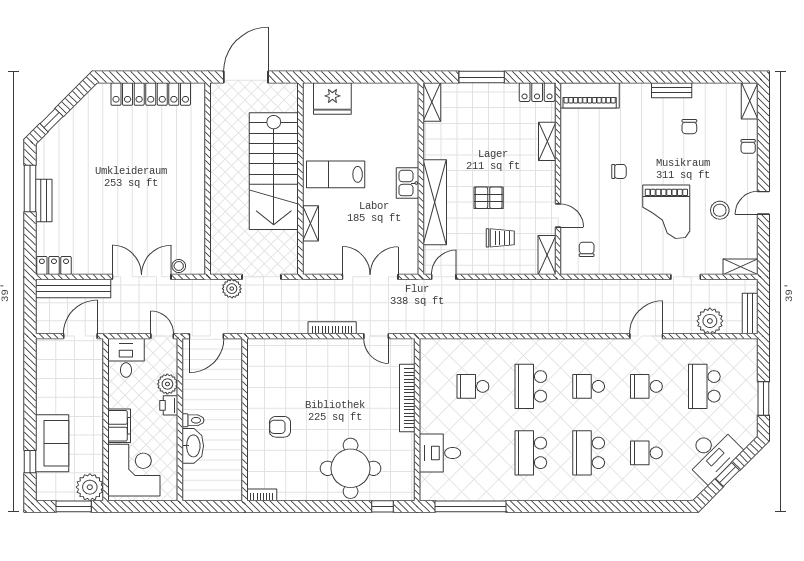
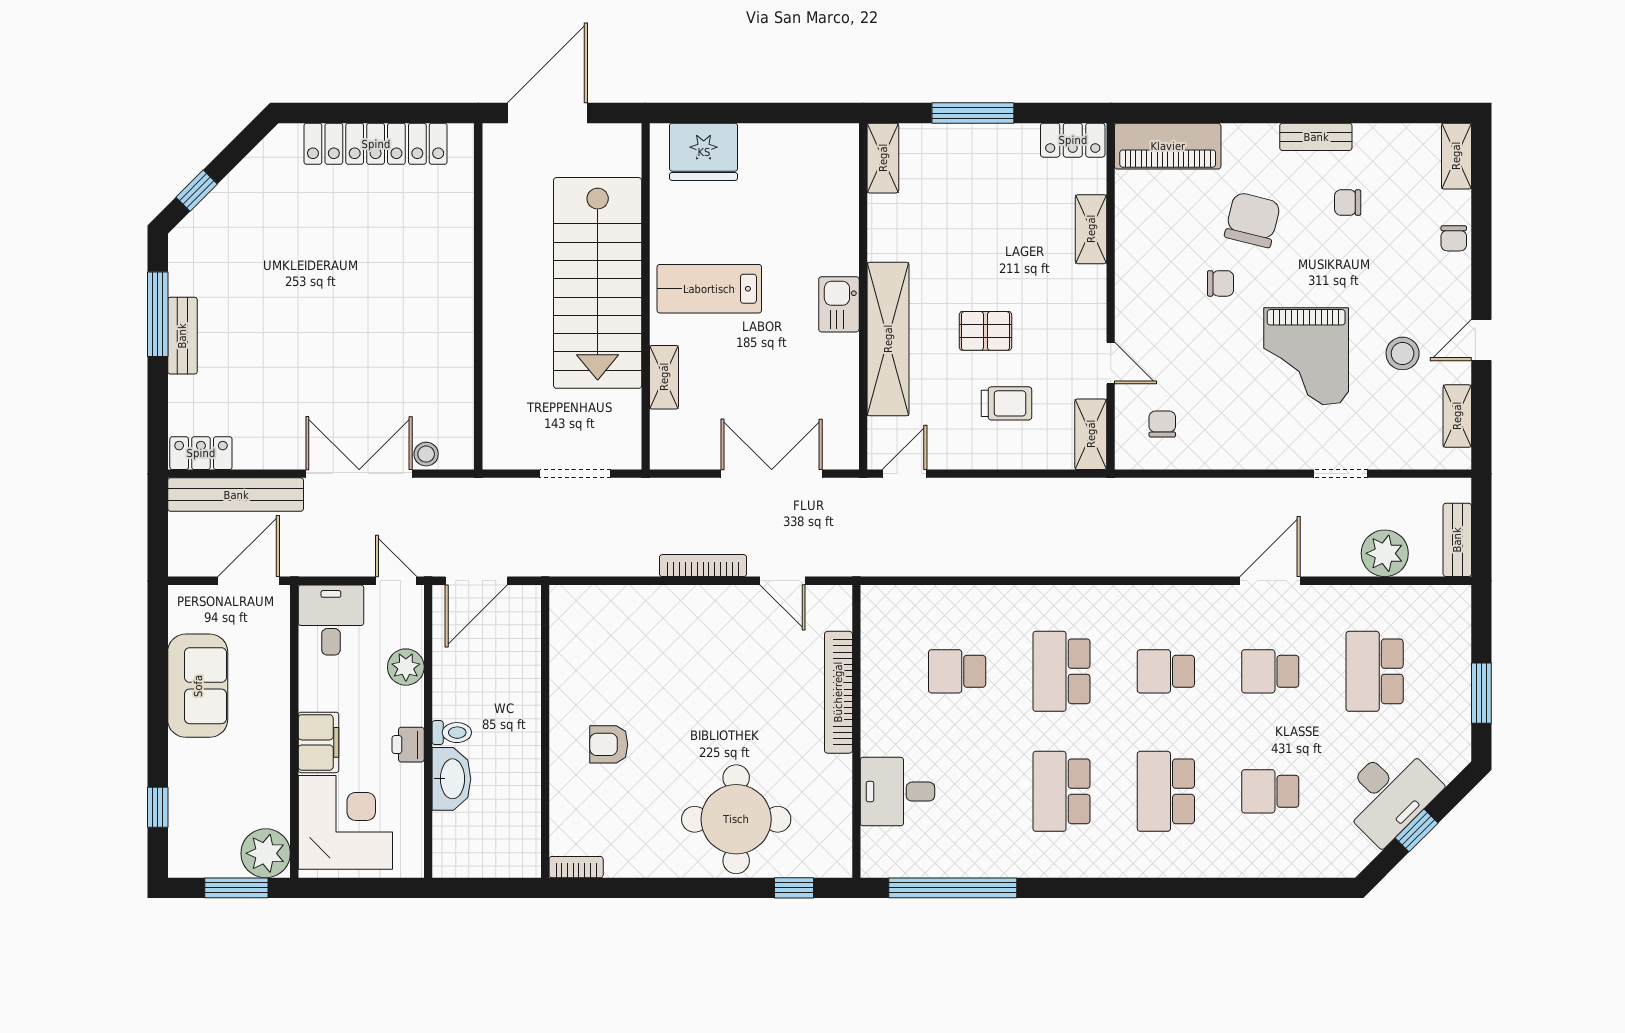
chair: (689, 127) -> (1348, 203), turned 90
chair: (637, 136) -> (1252, 220), added
shelving: (740, 267) -> (1457, 416), moved, turned 90
plant: (232, 289) -> (522, 495), removed
printer: (169, 405) -> (408, 745), moved
sofa: (52, 443) -> (198, 686), moved

